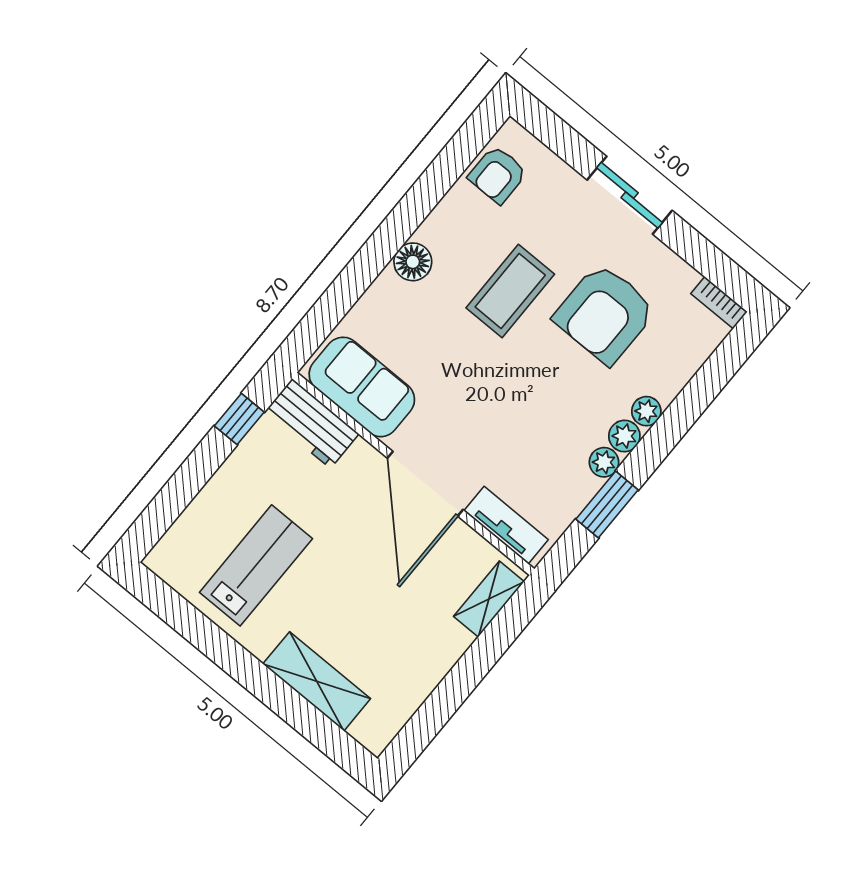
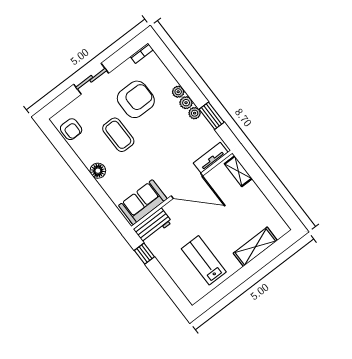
armchair: (605, 314) -> (136, 99), turned -90

